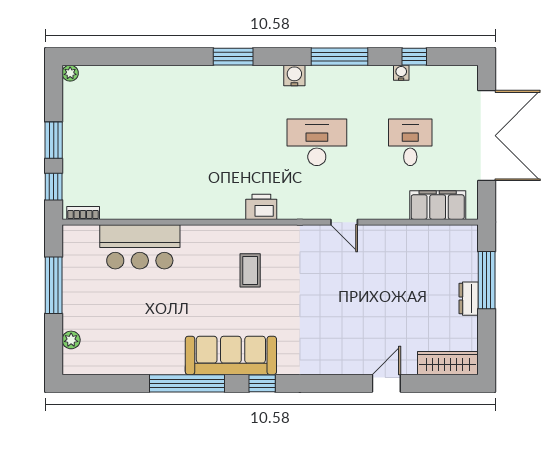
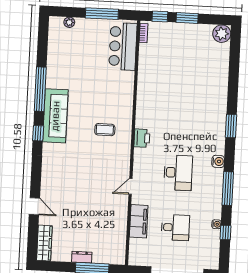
plant: (70, 73) -> (222, 34), width x1.88, depth x1.88
filing cabinet: (438, 205) -> (139, 221), moved
bar counter: (140, 247) -> (123, 46), moved

